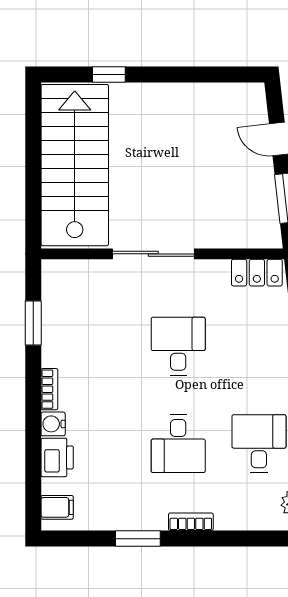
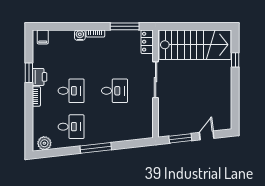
locker: (257, 273) -> (147, 42), moved
window: (33, 323) -> (125, 26), width x1.44
desk: (178, 444) -> (71, 91), turned 180
printer: (57, 457) -> (40, 77), moved, turned -90

